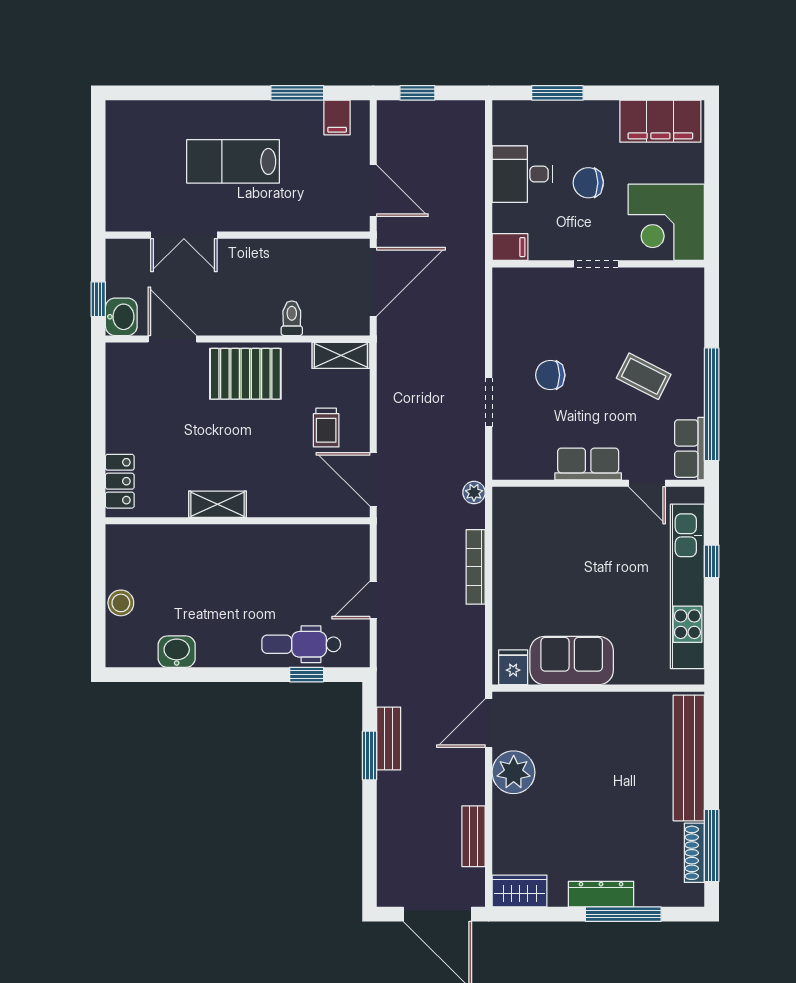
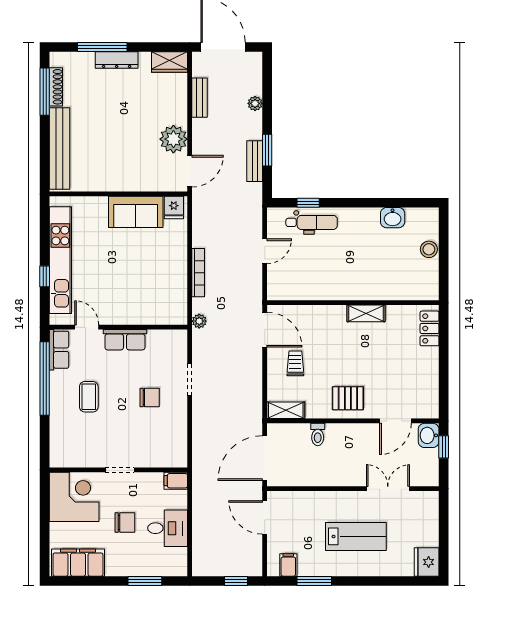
fridge: (124, 122) -> (427, 562), added
door: (172, 339) -> (395, 421), hinge flipped
pallet: (245, 374) -> (348, 398), width x0.67, depth x0.71
coffee table: (644, 376) -> (89, 397), turned 63
plant: (388, 827) -> (255, 103), added

